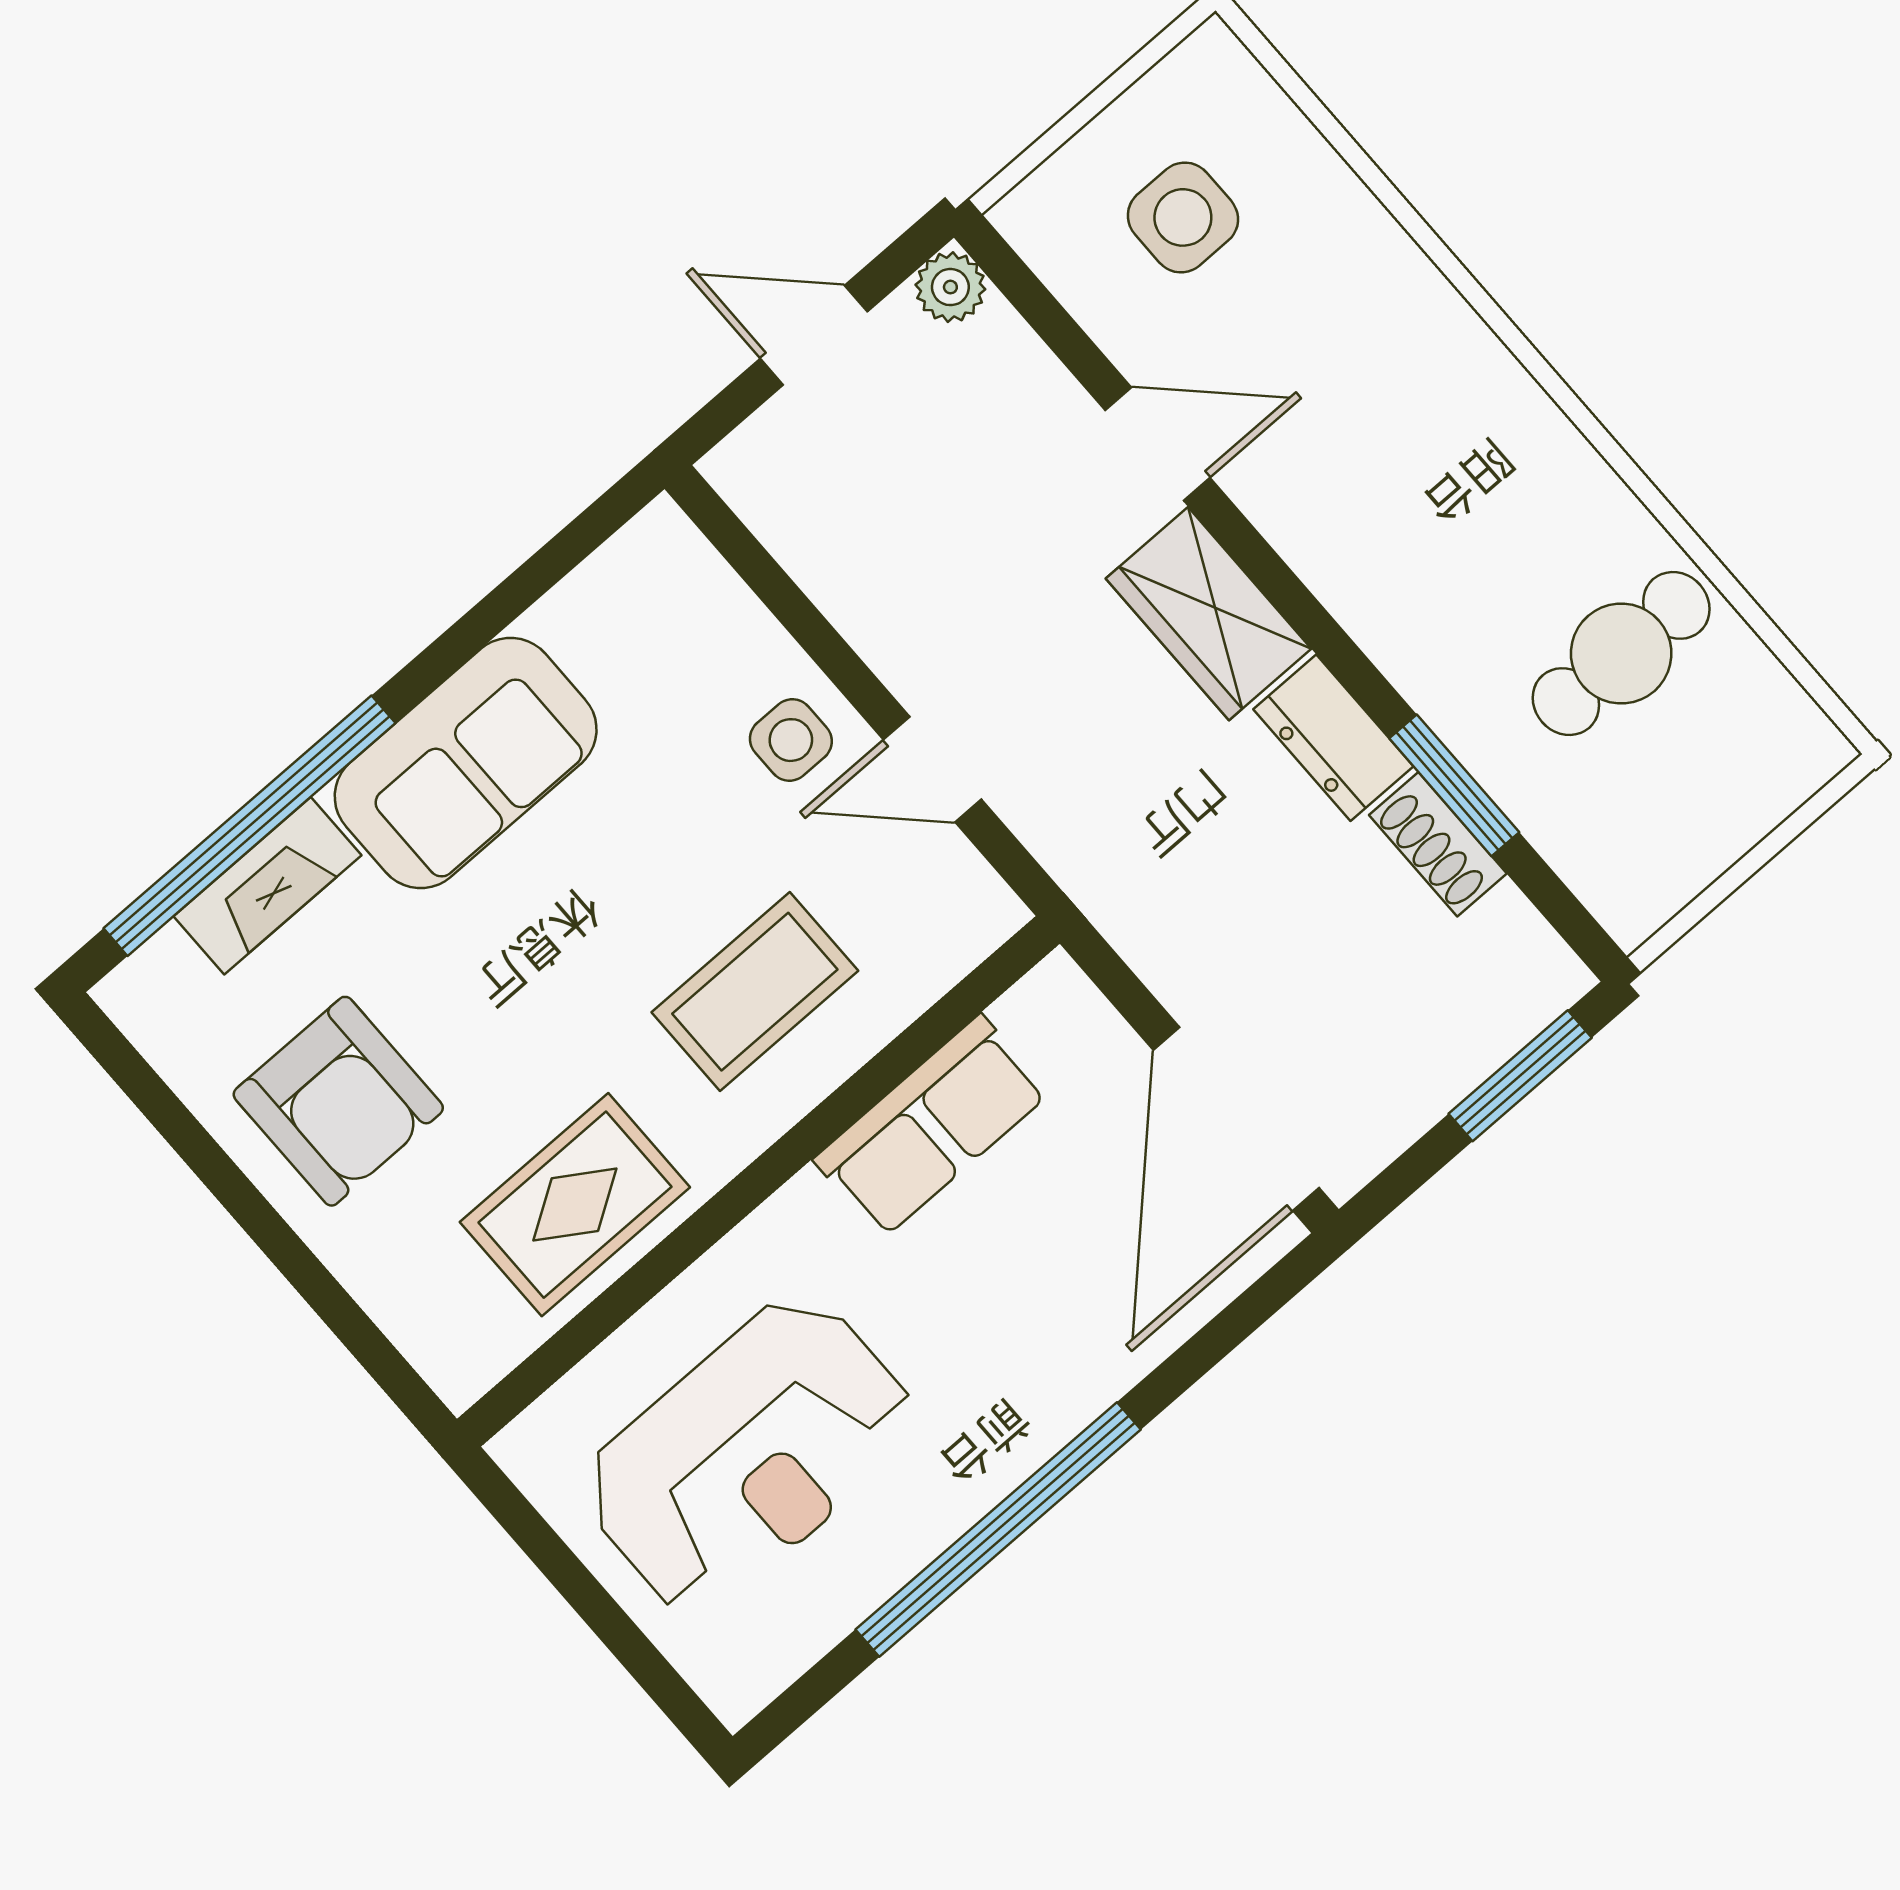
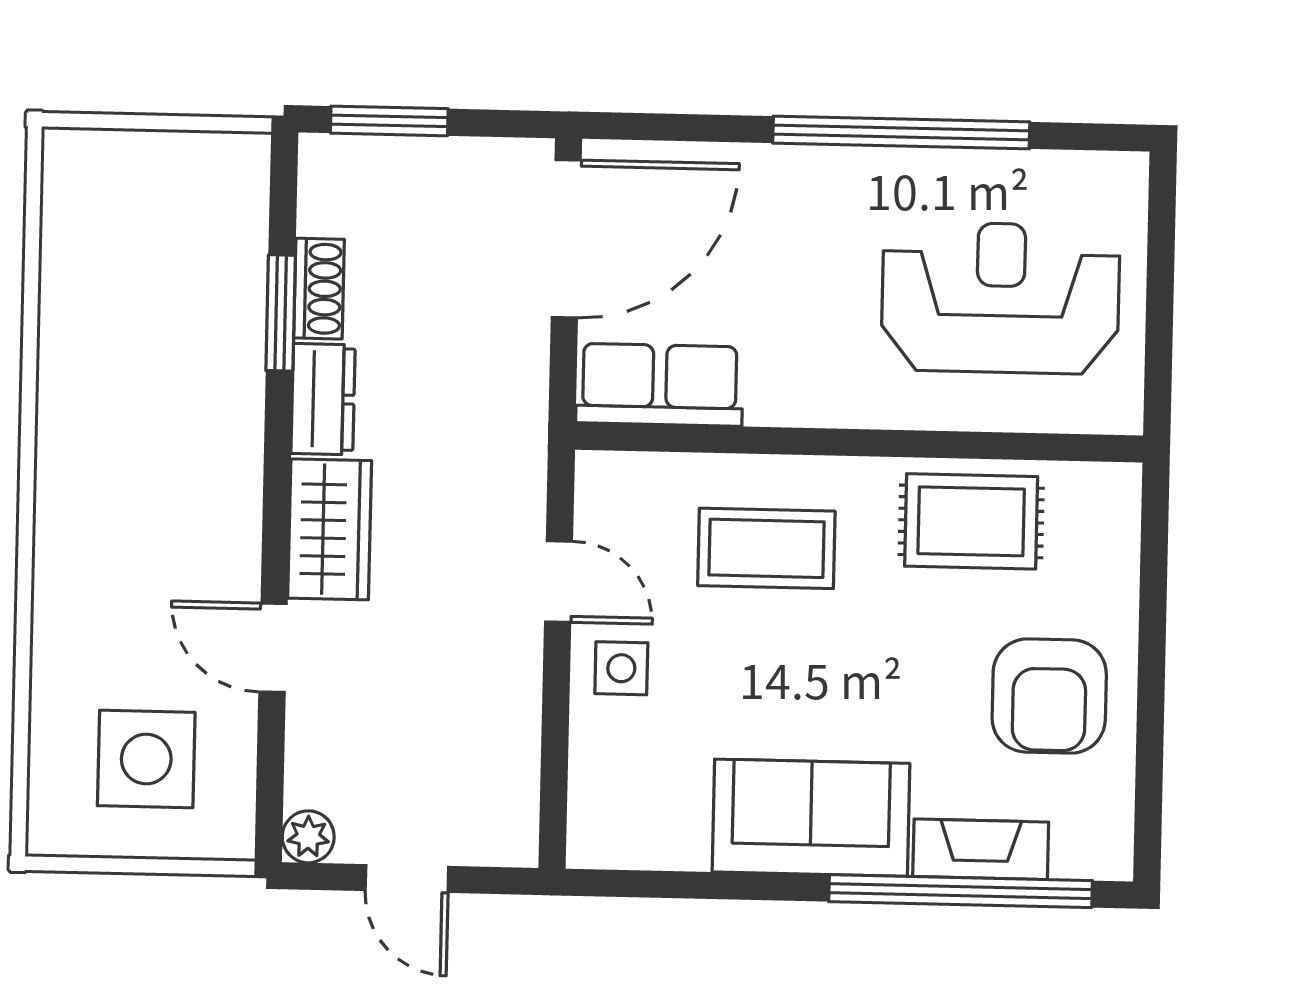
side table: (1183, 217) -> (146, 759), width x1.37, depth x1.37
cafe table: (1621, 654) -> (124, 302), removed
armchair: (338, 1101) -> (1049, 696), turned 180
row of seats: (931, 1126) -> (660, 385), moved

